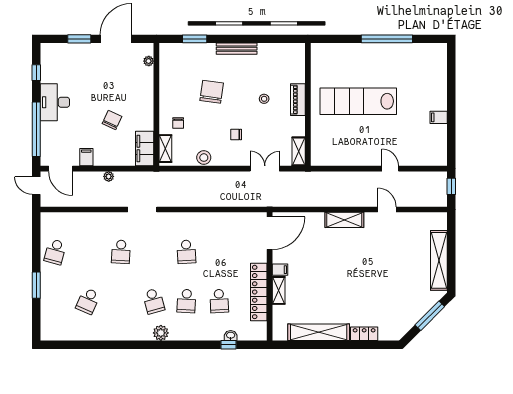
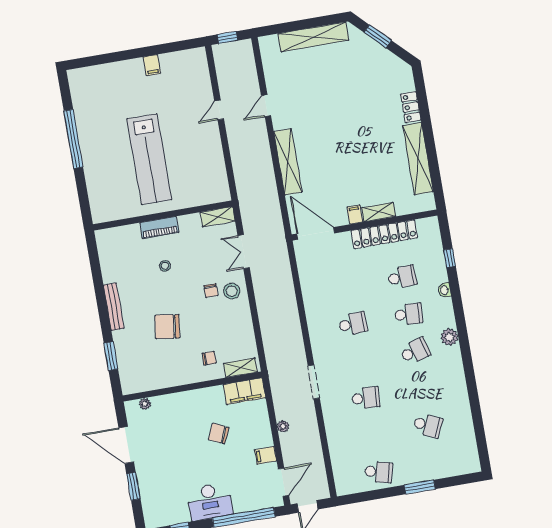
stool: (204, 158) -> (232, 291), moved
shelving: (344, 220) -> (288, 162), width x1.47
window: (430, 316) -> (378, 36), width x0.69
washbasin: (231, 336) -> (445, 290), moved

